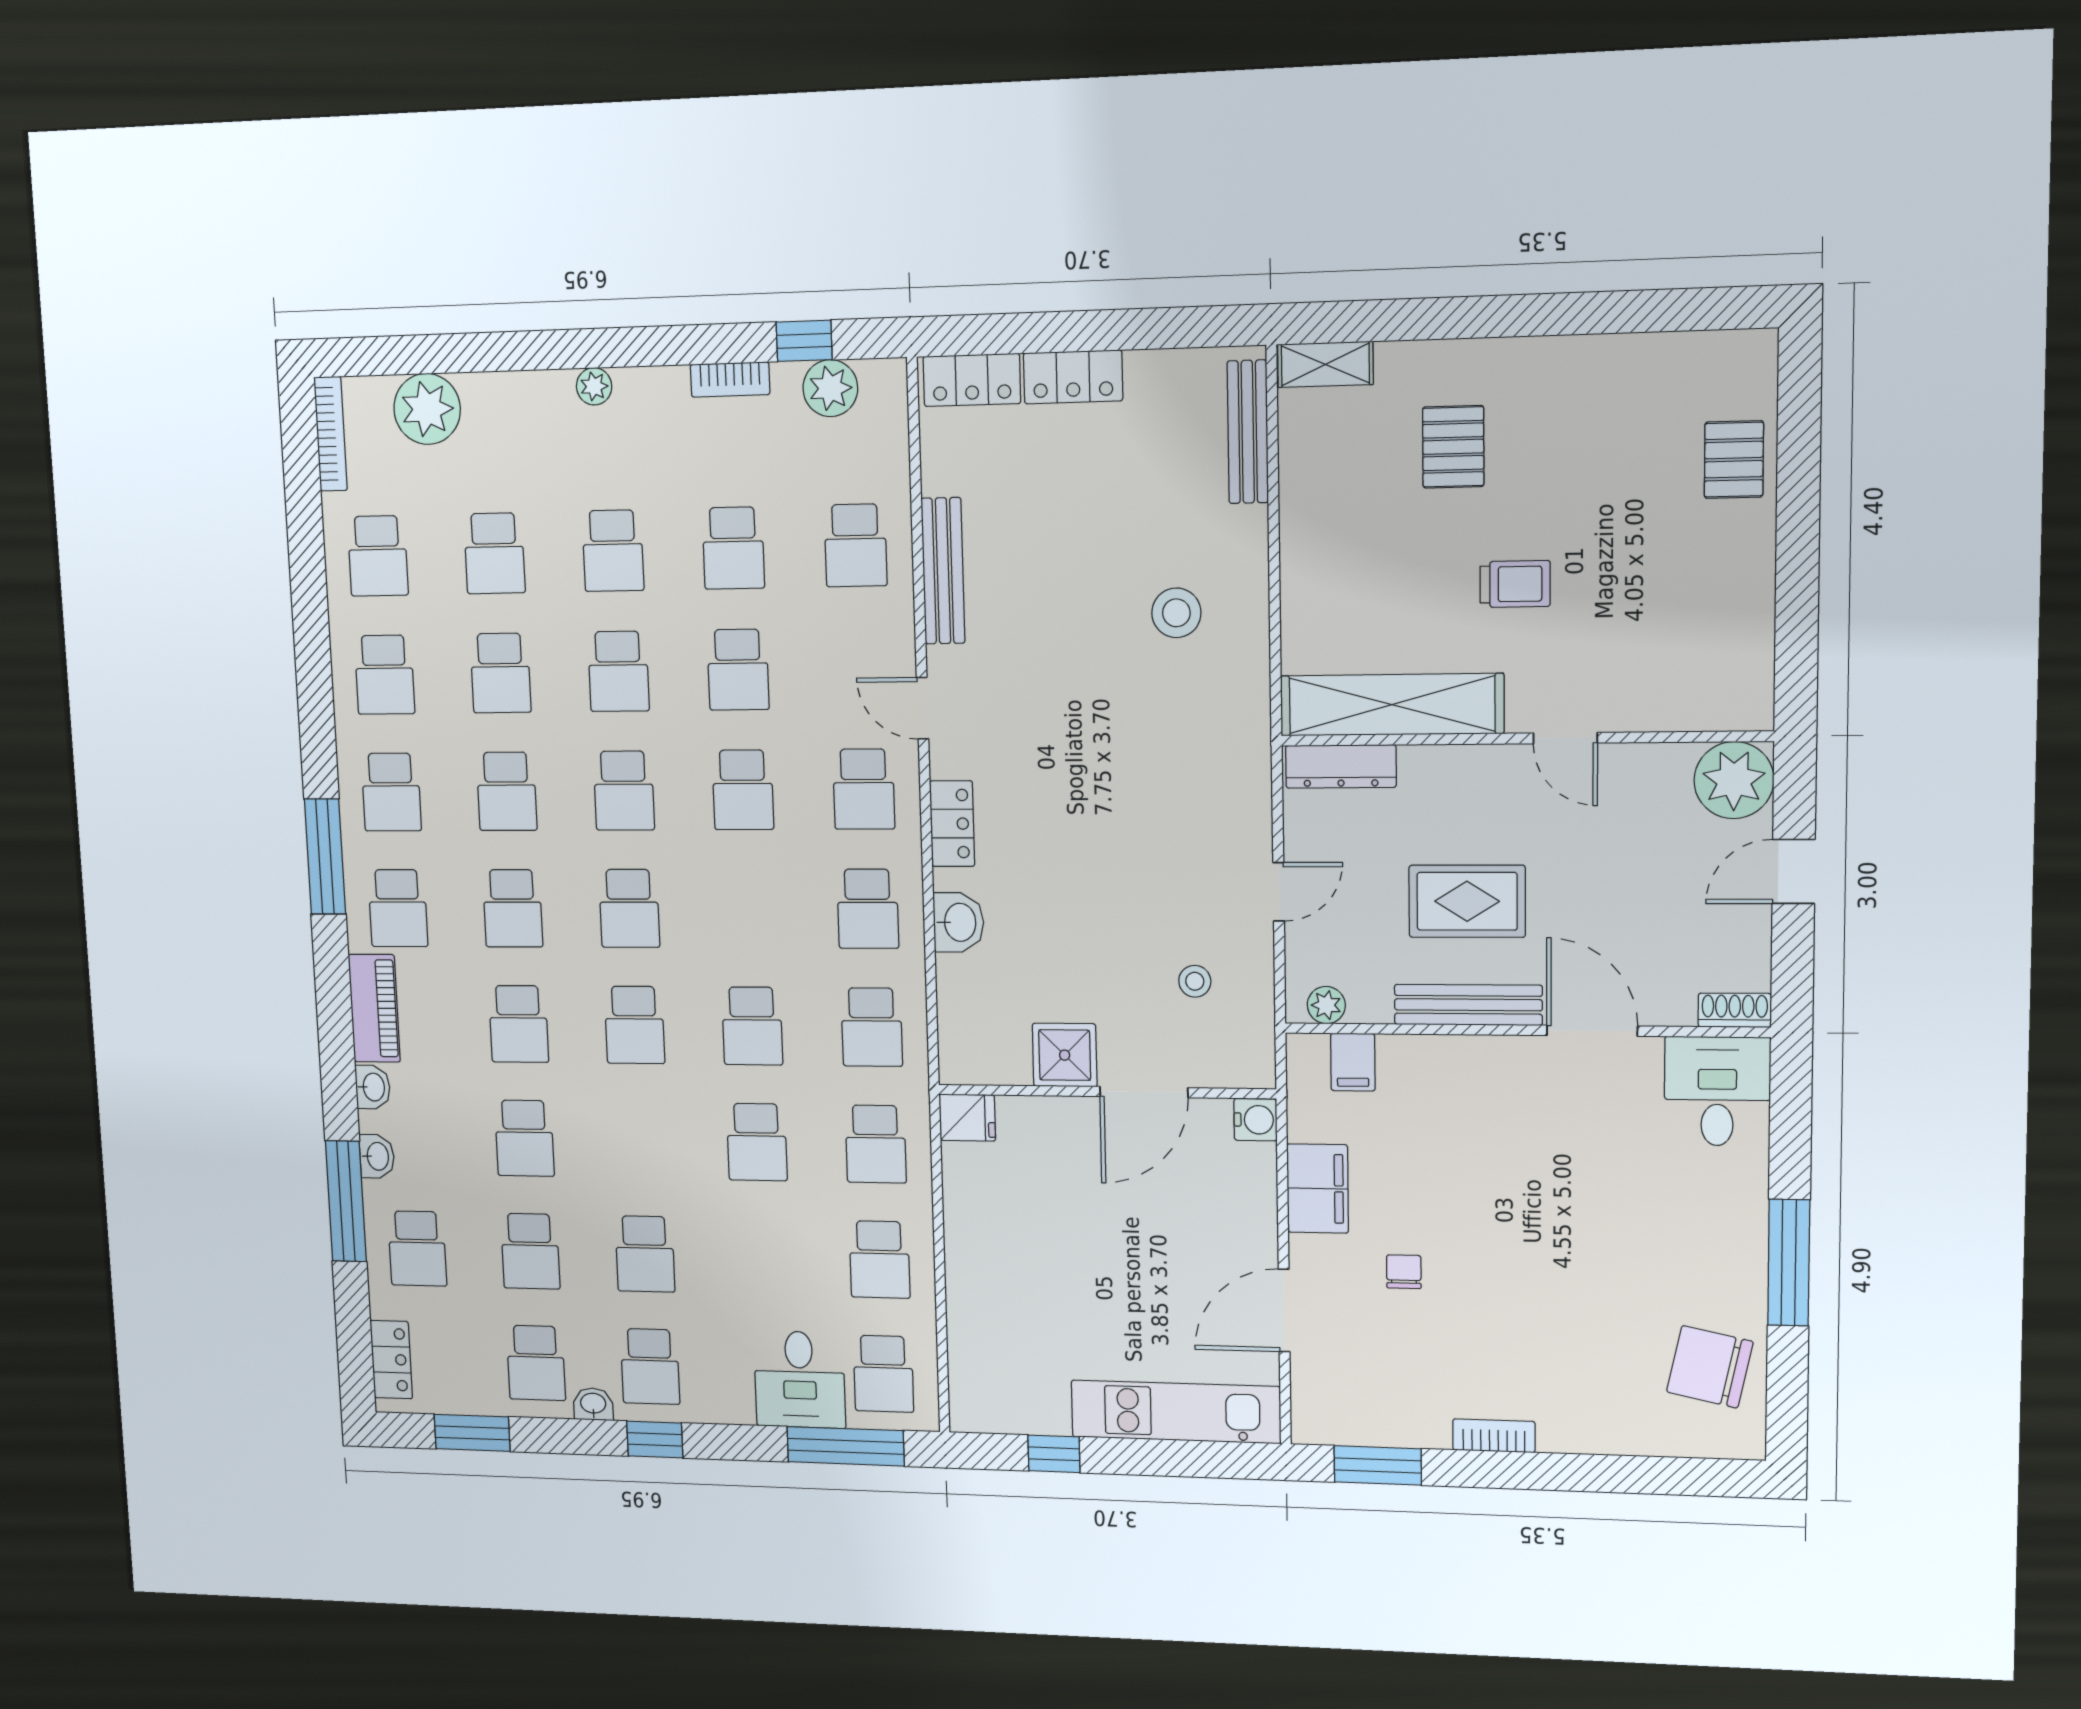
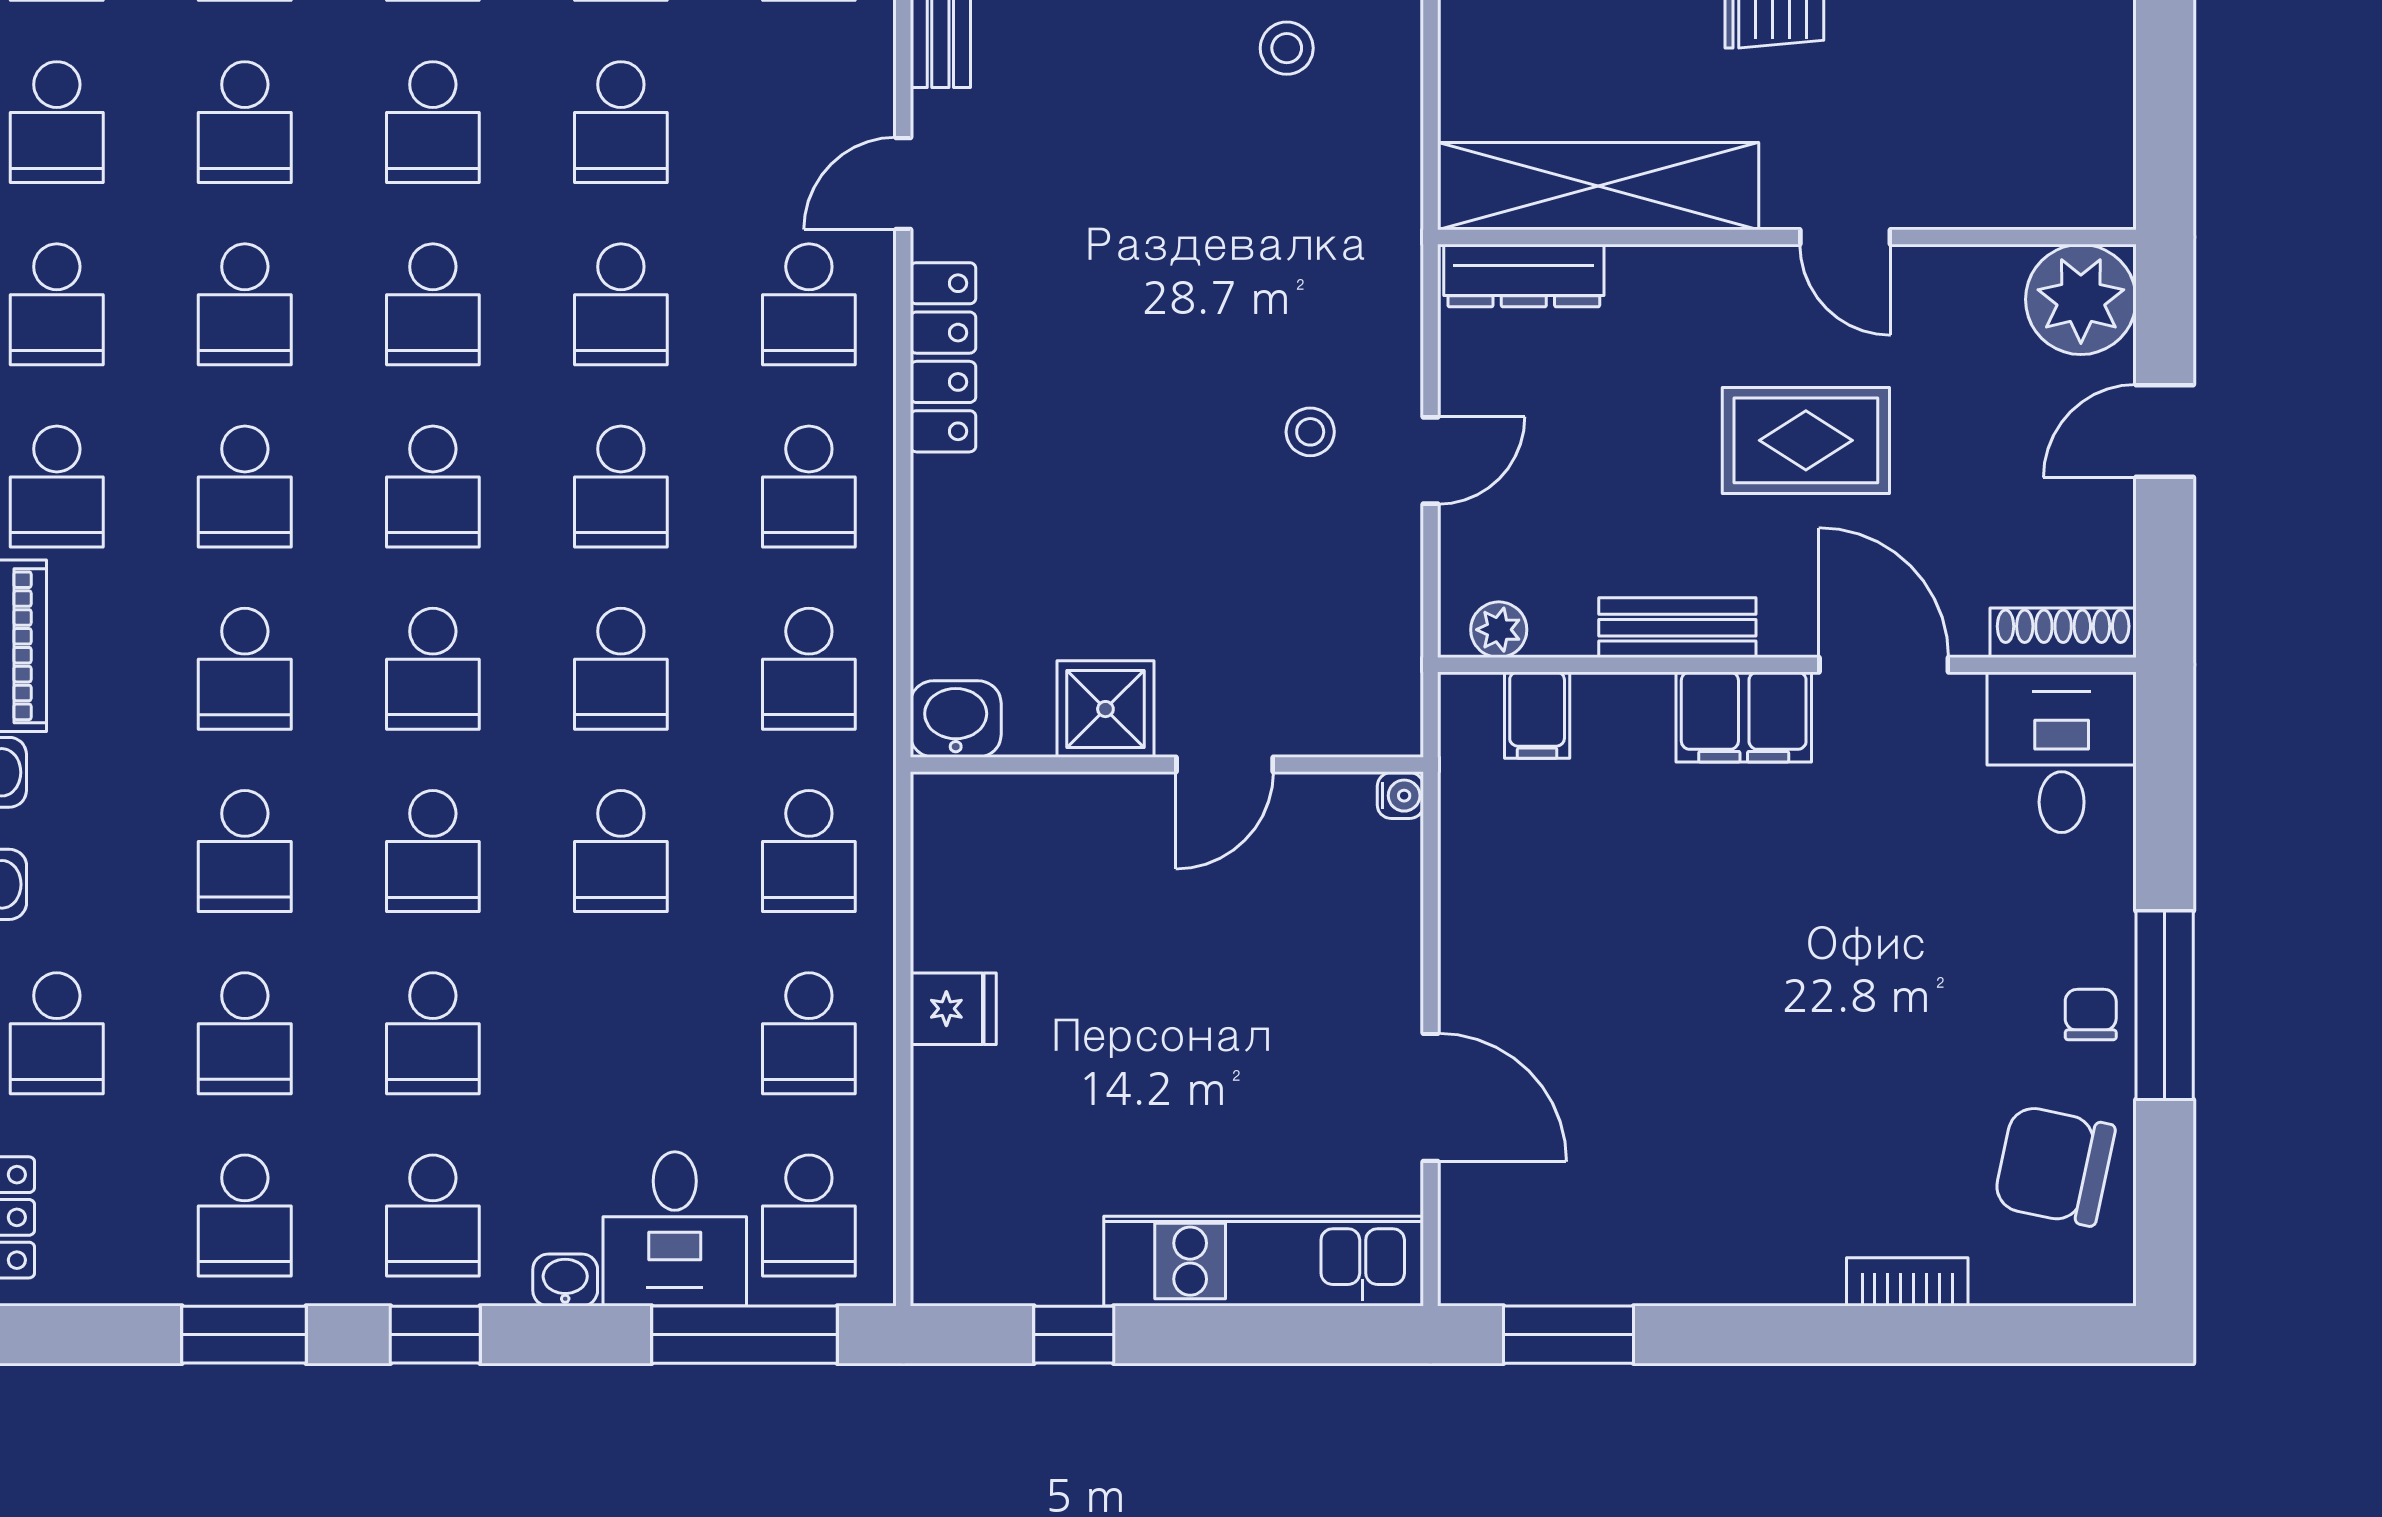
stool: (1176, 613) -> (1287, 48), width x0.73, depth x0.73
door: (923, 708) -> (903, 183), hinge flipped
locker: (952, 824) -> (943, 357), width x1.53
rug: (1467, 901) -> (1806, 440), moved
school desk: (748, 909) -> (621, 487), added
washbasin: (959, 922) -> (956, 719), moved, turned -90
stool: (1195, 981) -> (1310, 432), moved
bench: (1468, 1005) -> (1677, 628), width x0.73
shoe rack: (1735, 1010) -> (2063, 633), width x1.43
door: (1144, 1092) -> (1225, 764), width x0.73
fridge: (967, 1118) -> (953, 1009), moved
water cooler: (1255, 1120) -> (1400, 796), width x0.72, depth x0.72
school desk: (640, 1140) -> (433, 851), added
filing cabinet: (1318, 1189) -> (1744, 717), moved, turned 90
chair: (1404, 1272) -> (2091, 1014), moved
door: (1284, 1311) -> (1431, 1097), swing flipped
washbasin: (593, 1404) -> (565, 1280), moved
window: (472, 1433) -> (244, 1335), moved
bookcase: (1494, 1436) -> (1907, 1282), moved

